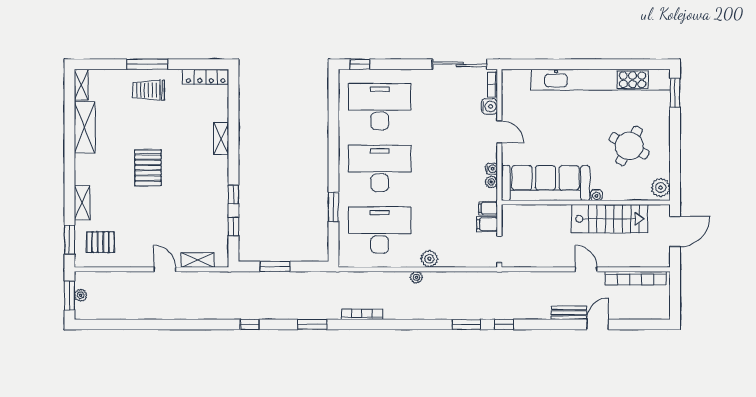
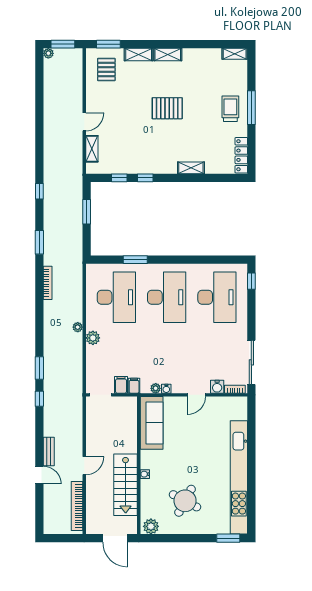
shelving: (85, 127) -> (168, 54), moved, width x0.67, depth x0.75
sofa: (545, 183) -> (152, 423), width x0.74, depth x0.79
plant: (81, 295) -> (48, 53), moved

